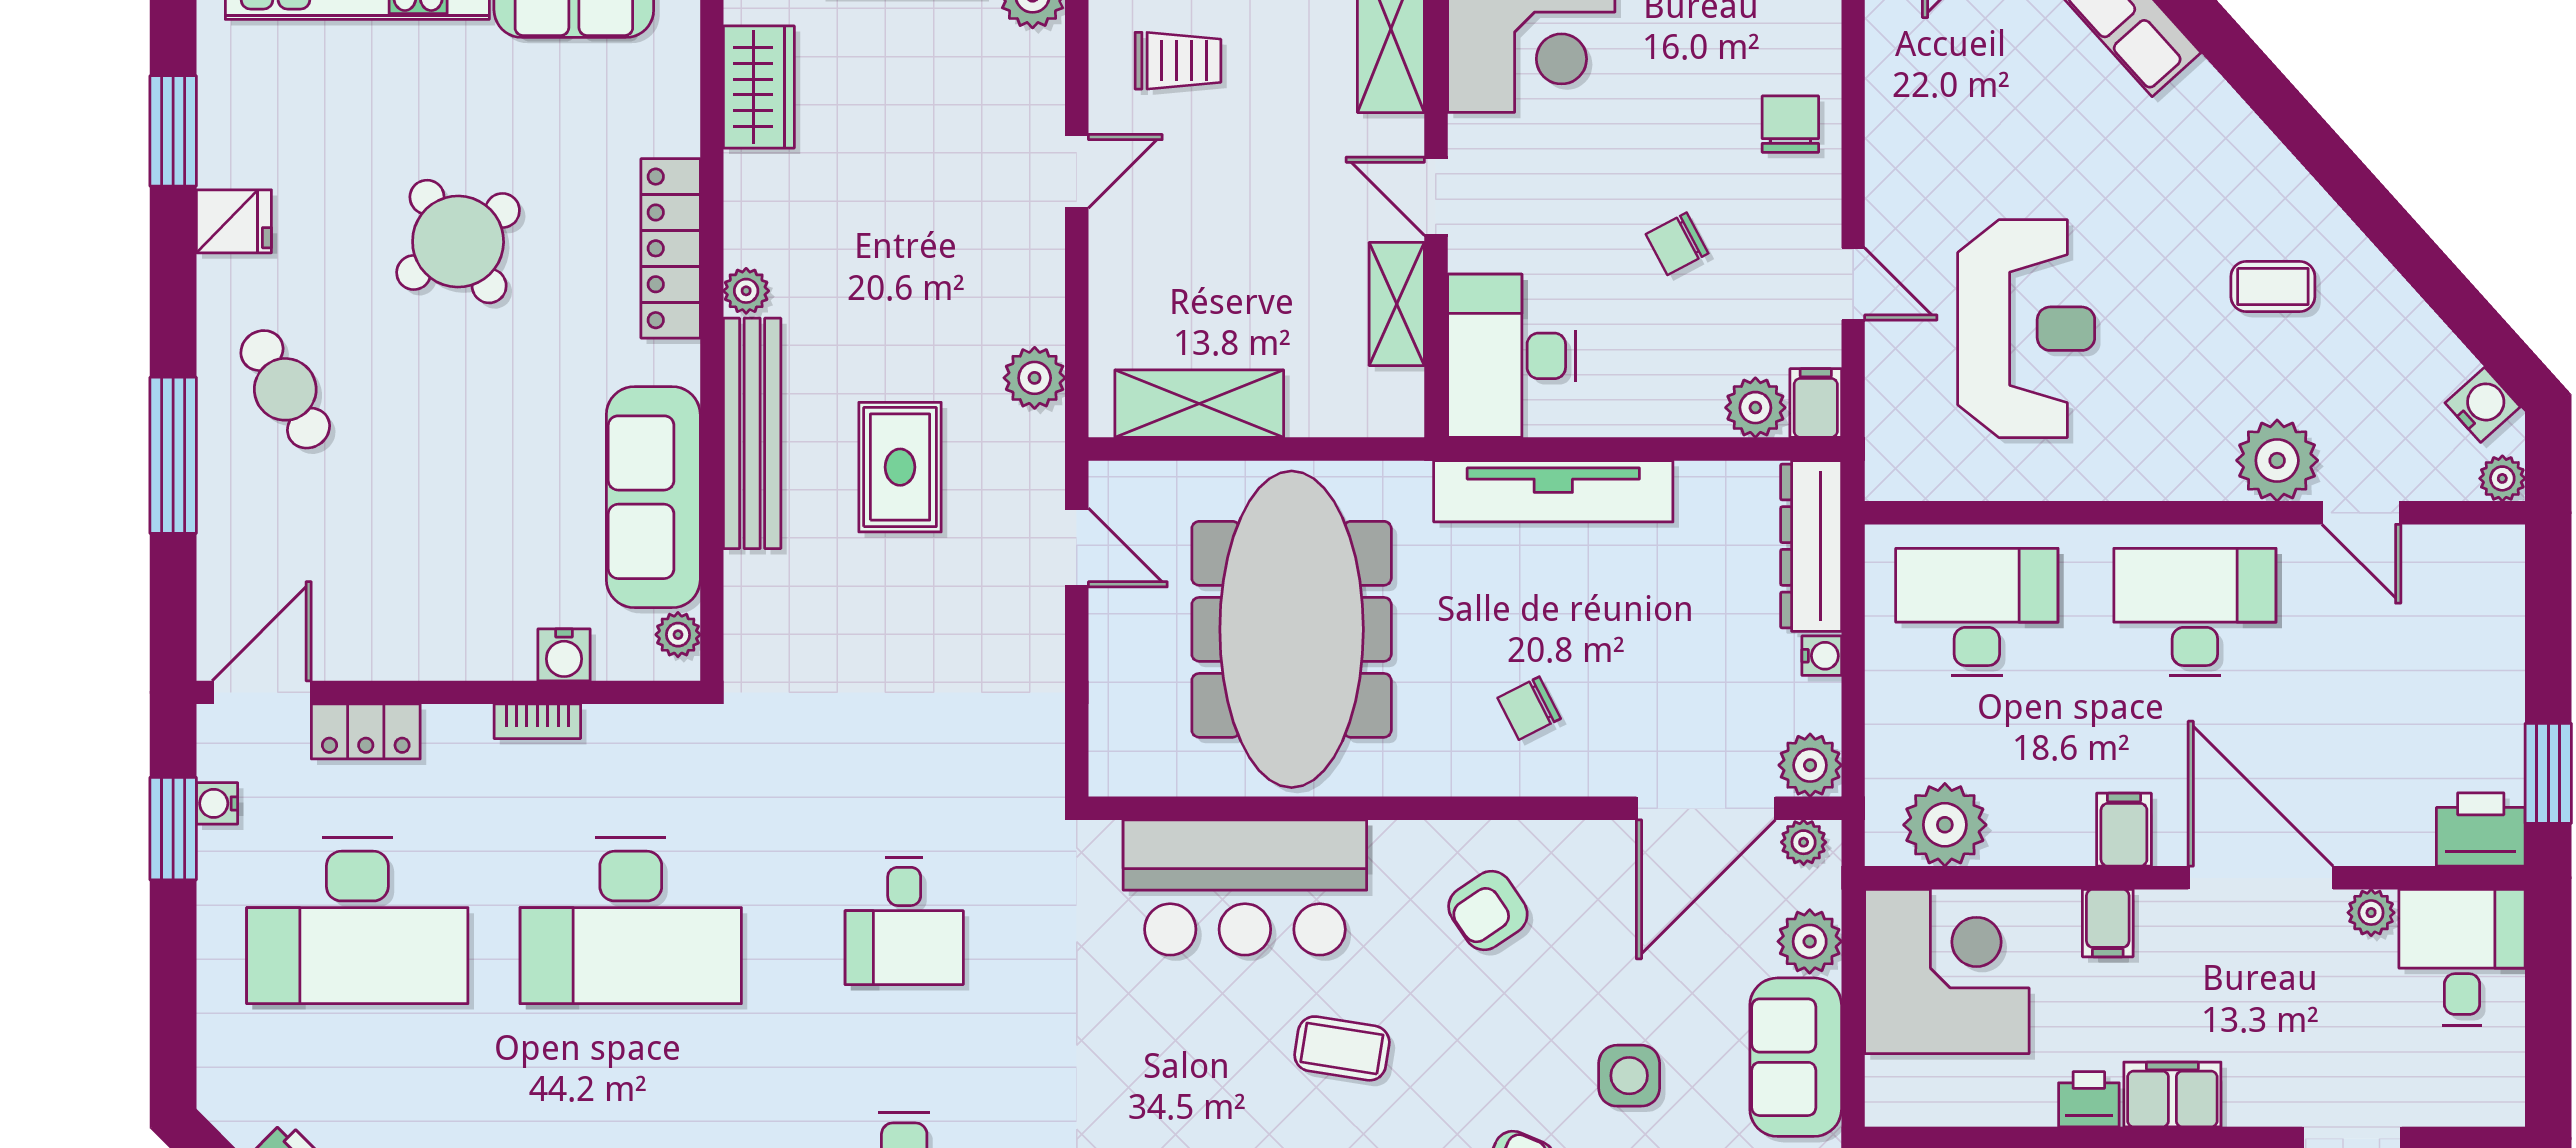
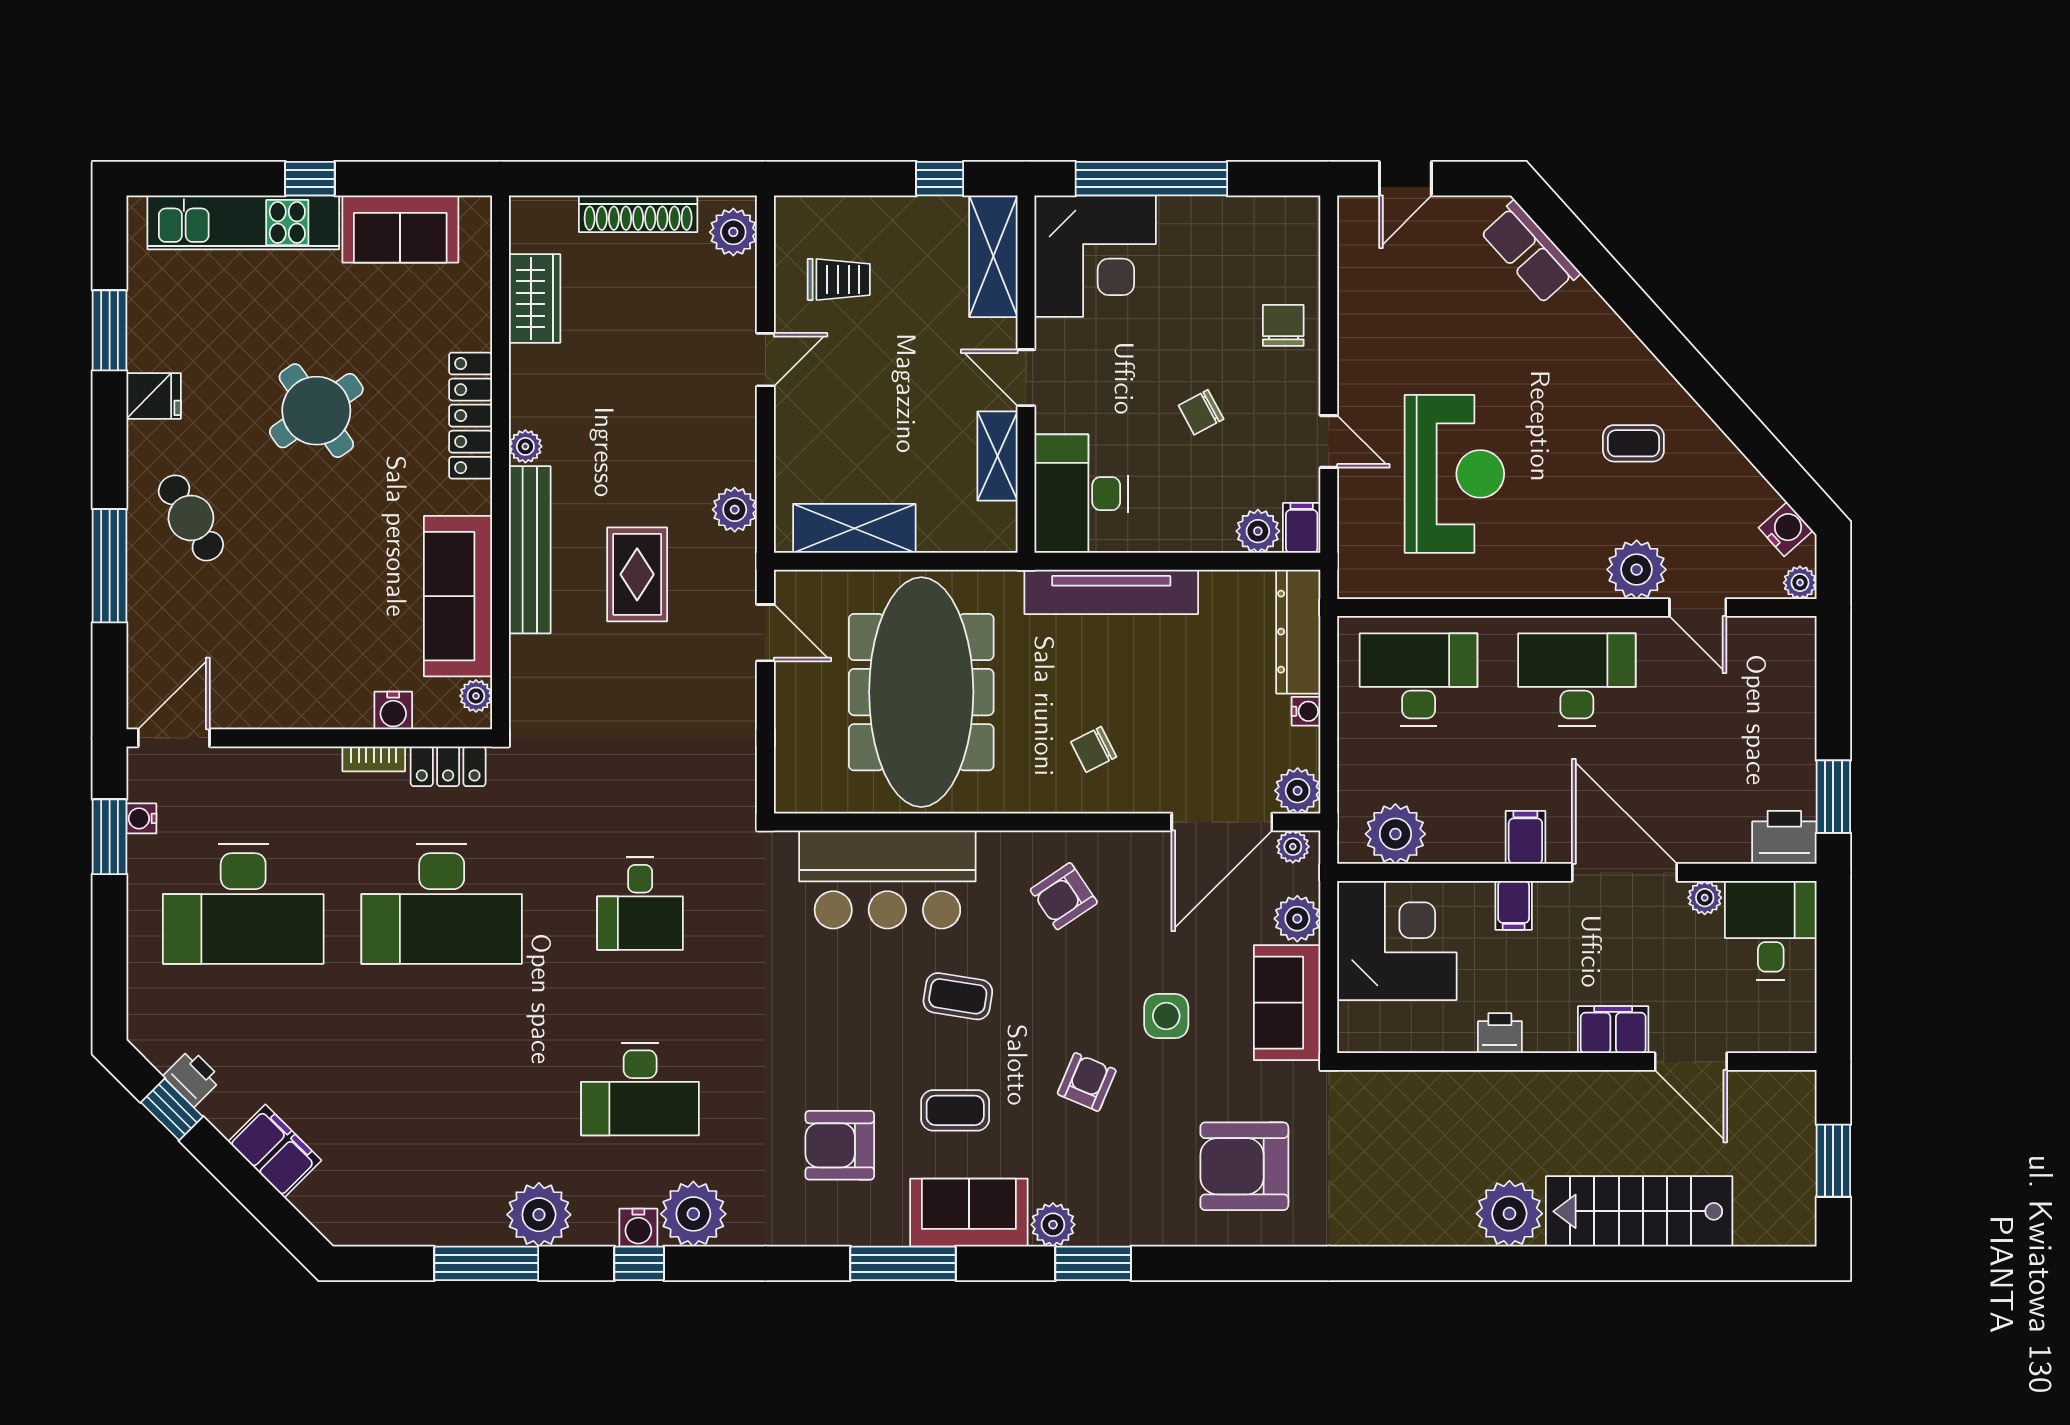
locker: (366, 731) -> (448, 766), moved
filing cabinet: (2172, 1094) -> (1613, 1030), moved

